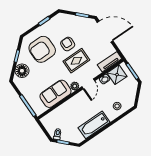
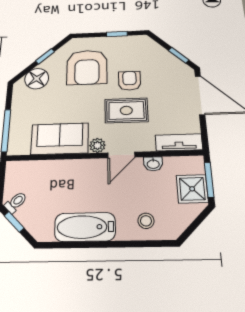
armchair: (42, 49) -> (87, 67), turned -90
shower: (117, 75) -> (192, 189), moved

